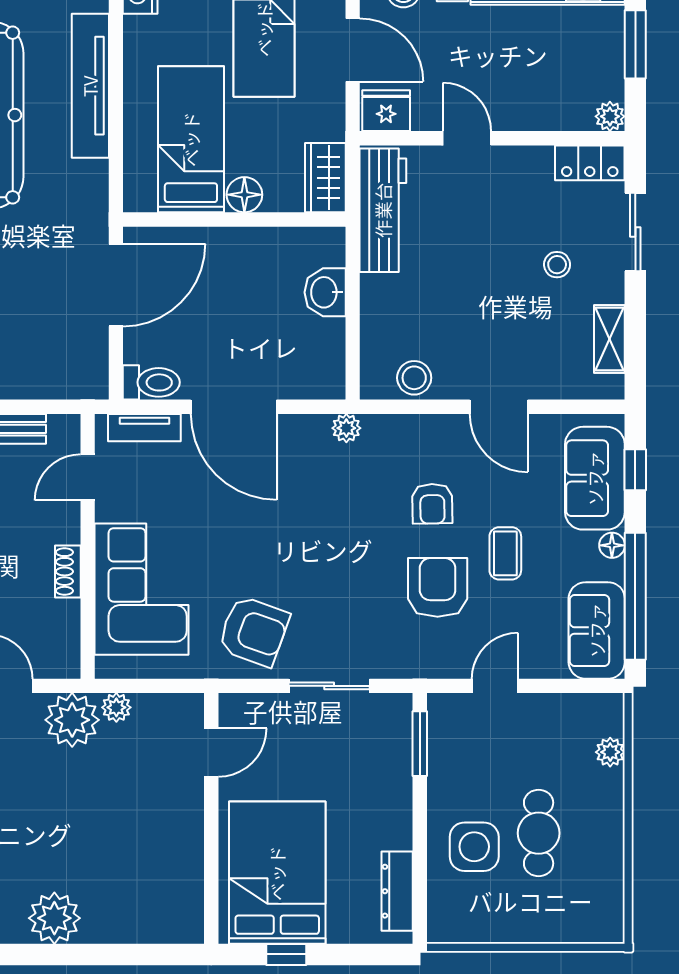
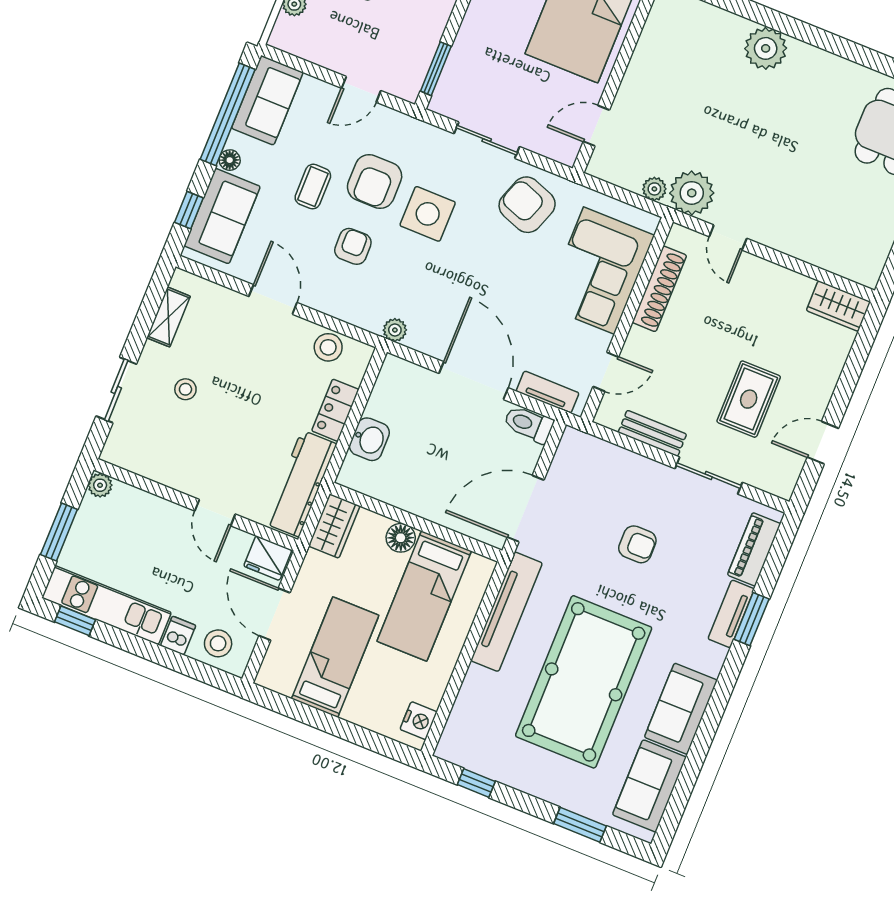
tv unit: (90, 86) -> (506, 612), moved
locker: (590, 163) -> (335, 410), moved, turned -90
shoe rack: (68, 571) -> (659, 289), width x1.94, depth x1.24
side table: (362, 575) -> (428, 214), added

